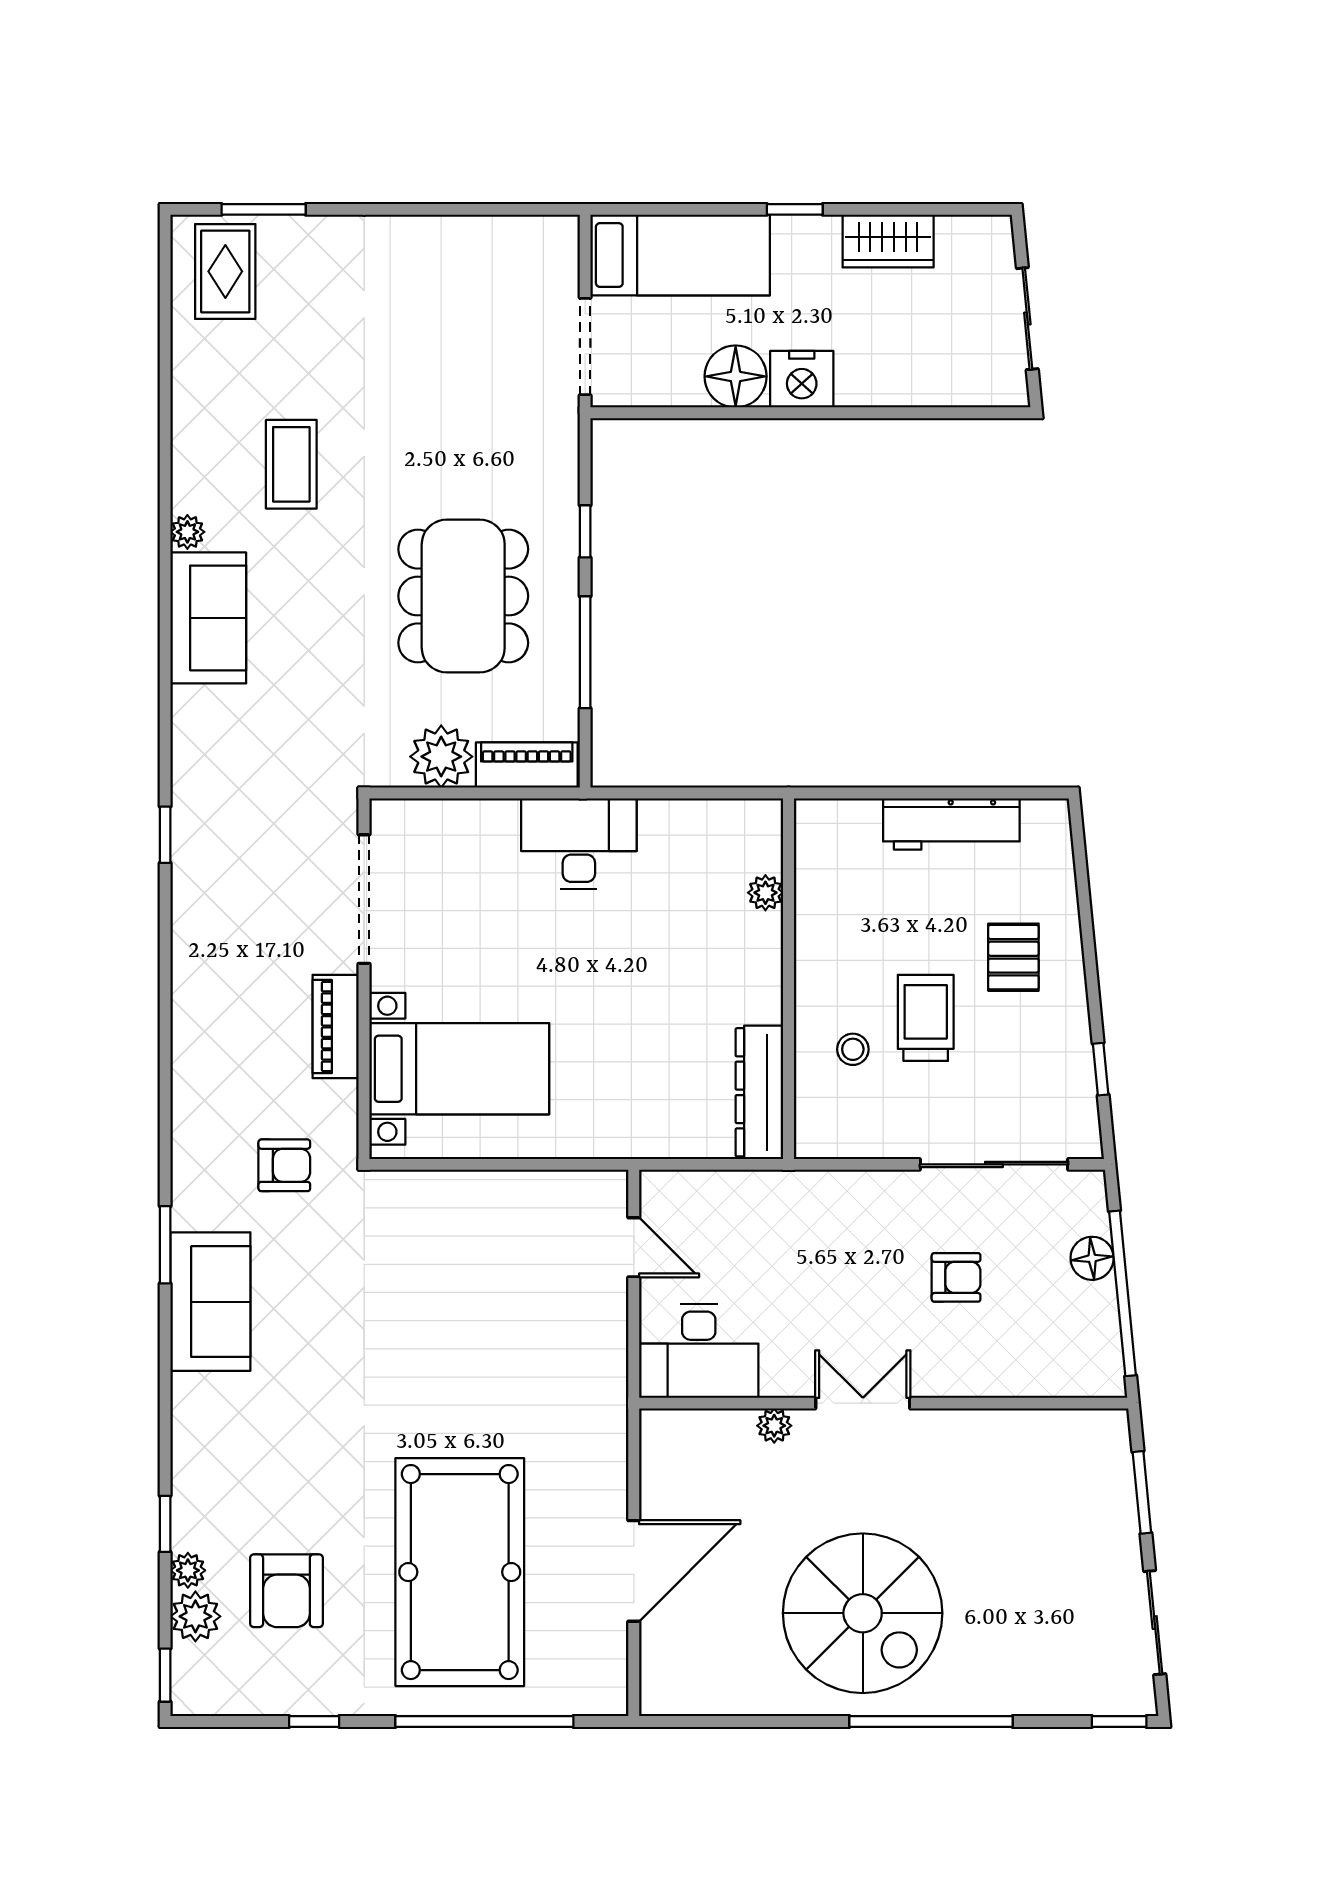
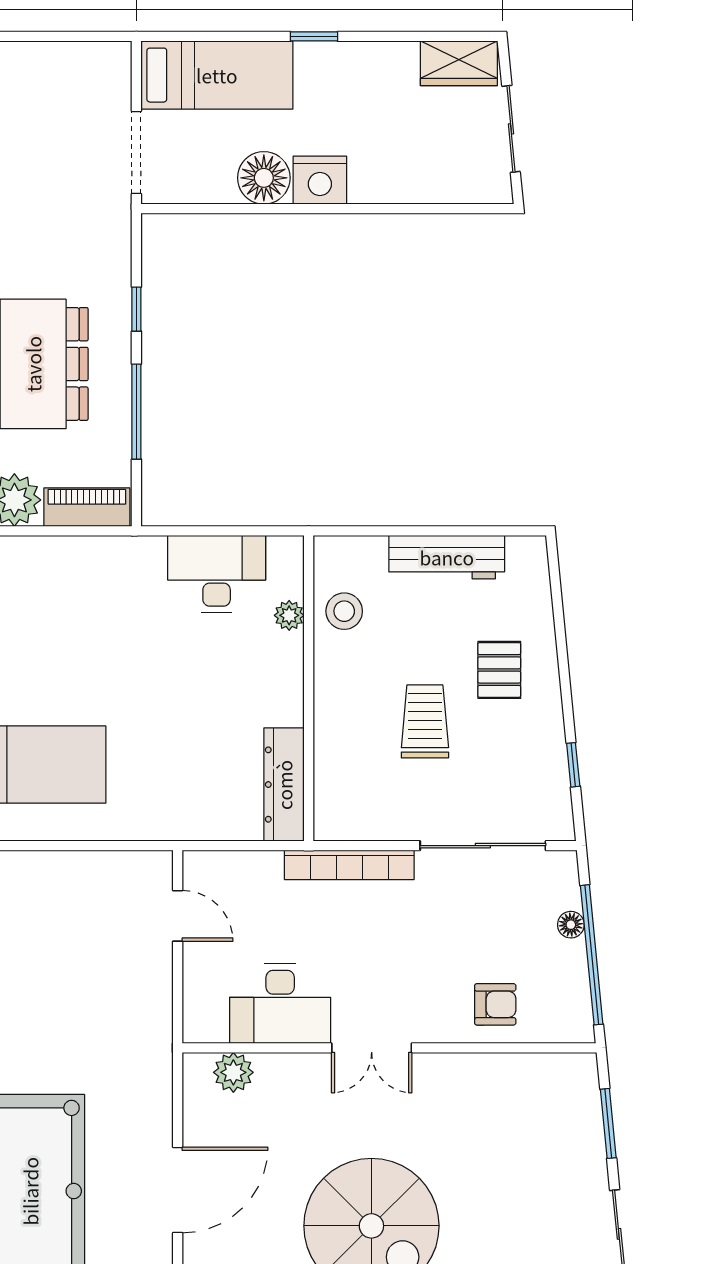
wardrobe: (888, 241) -> (459, 63), moved
desk: (579, 844) -> (217, 574), moved
stool: (853, 1049) -> (344, 611), moved, width x1.37, depth x1.37
bookcase: (836, 1187) -> (349, 865), added
floor lamp: (1092, 1258) -> (571, 925), width x0.73, depth x0.73
armchair: (956, 1277) -> (495, 1004), moved
desk: (699, 1351) -> (280, 1004), moved
double door: (863, 1403) -> (372, 1048), swing flipped
plant: (774, 1426) -> (233, 1072), moved, width x1.38, depth x1.38

